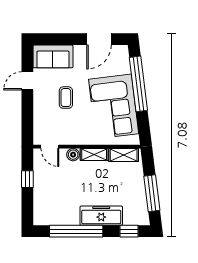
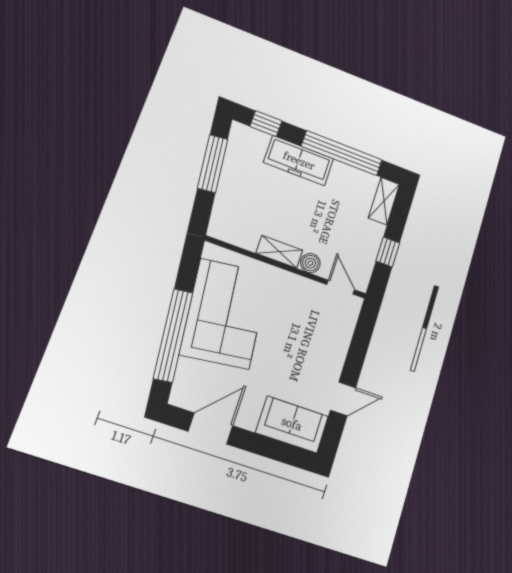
coffee table: (66, 98) -> (293, 353), removed
shelving: (124, 155) -> (384, 201), moved, turned 90

